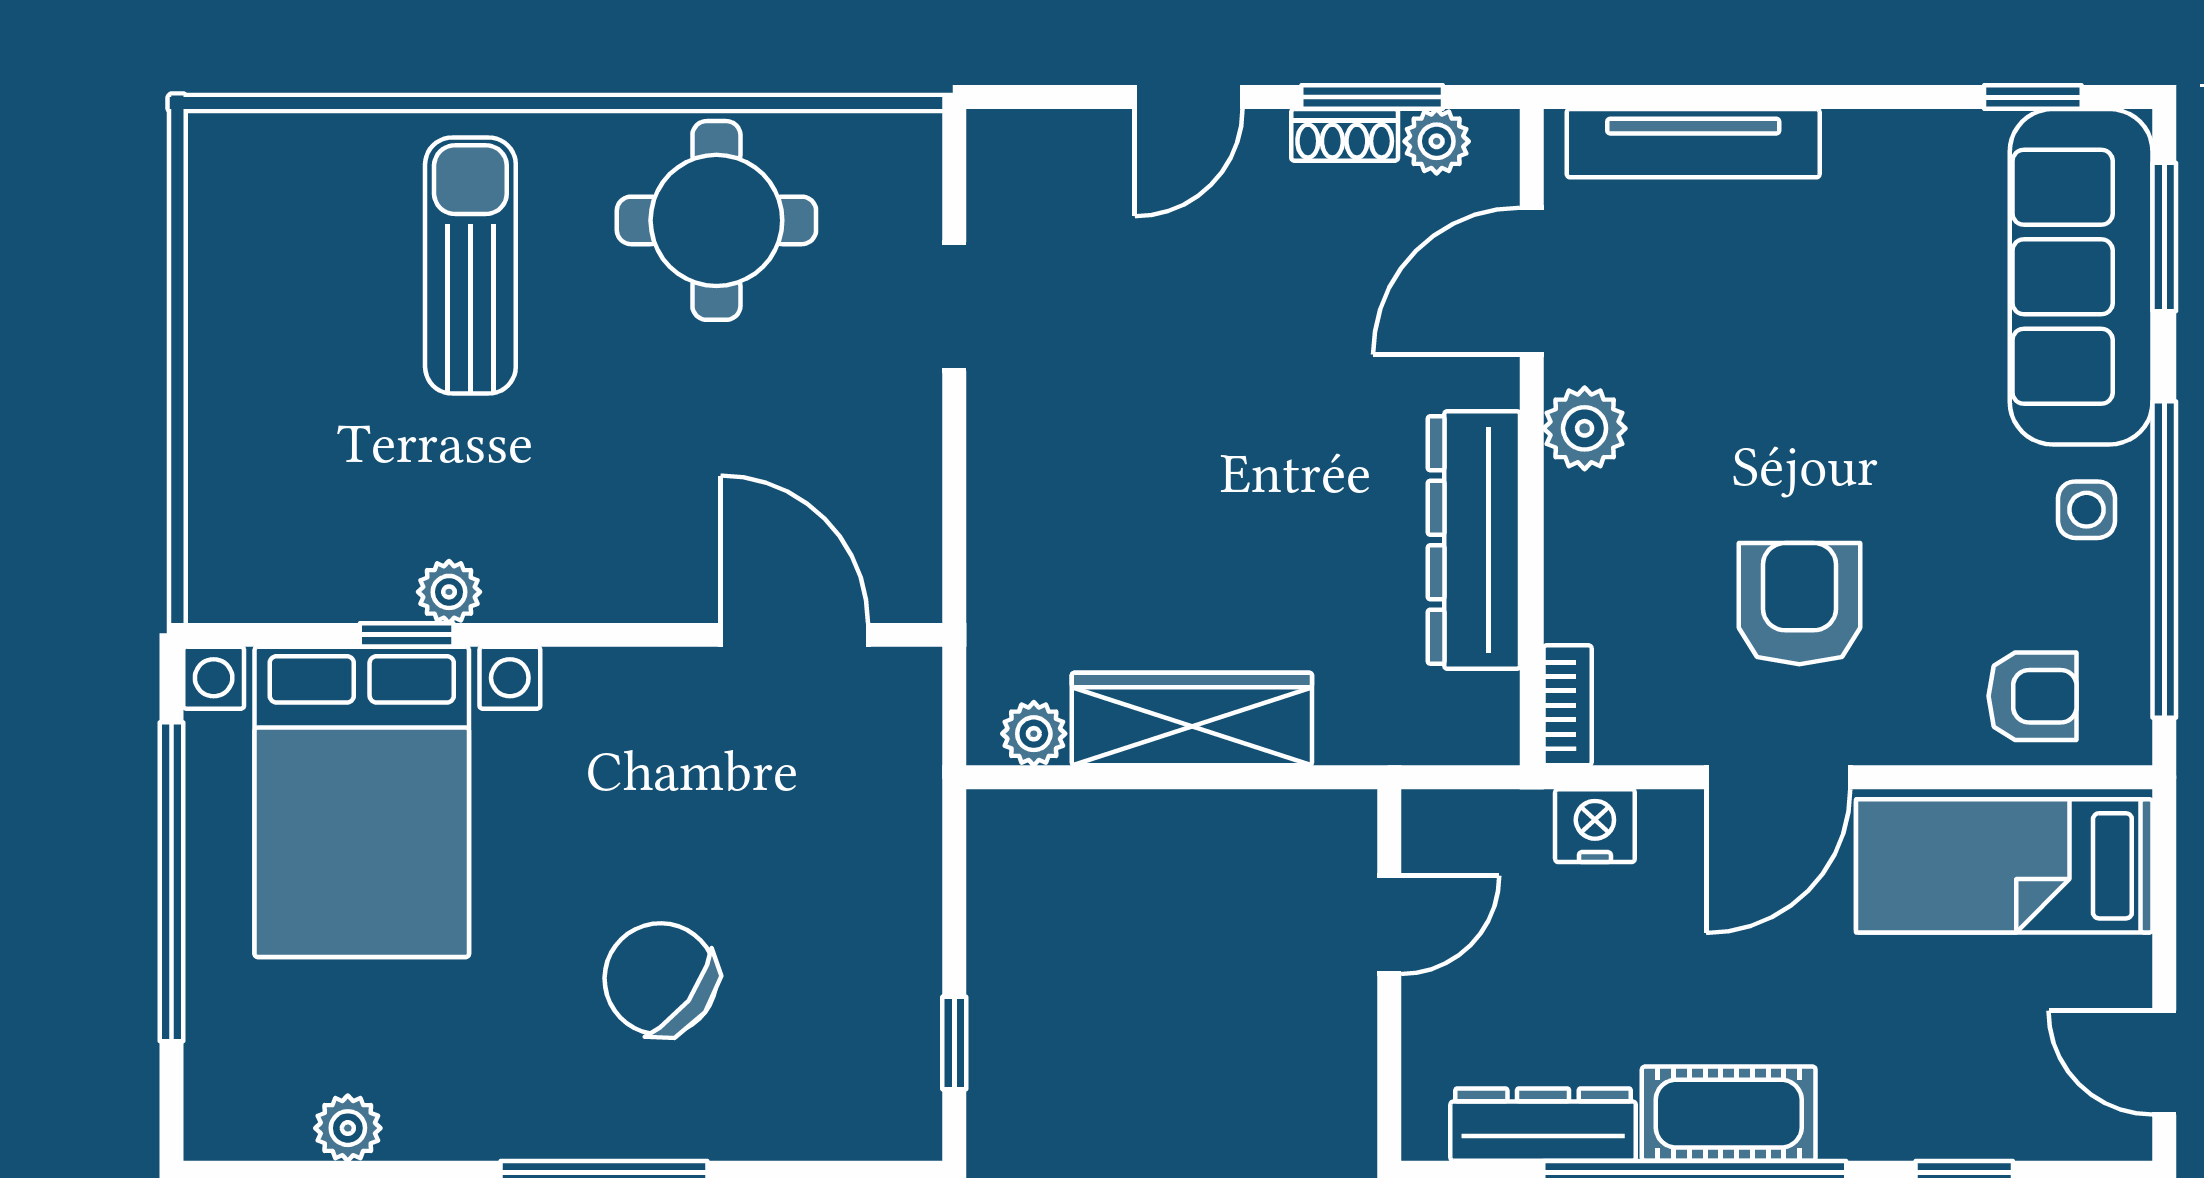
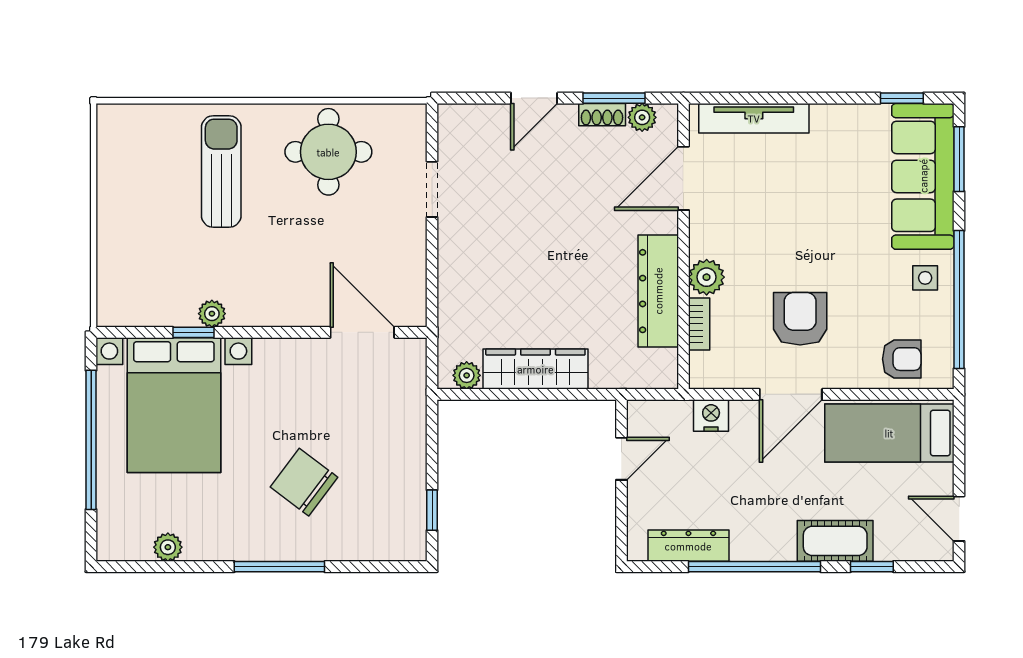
plant: (1585, 428) -> (707, 277), moved
bookcase: (1568, 705) -> (699, 324), moved
cot: (1729, 1114) -> (835, 541), moved

